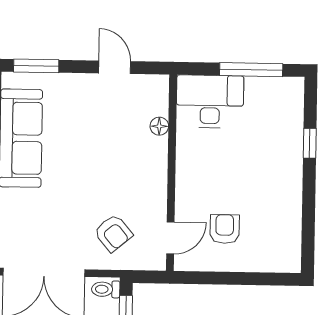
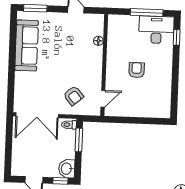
desk: (210, 101) -> (156, 30), moved
window: (310, 143) -> (177, 37), moved
armchair: (225, 229) -> (137, 70), moved

